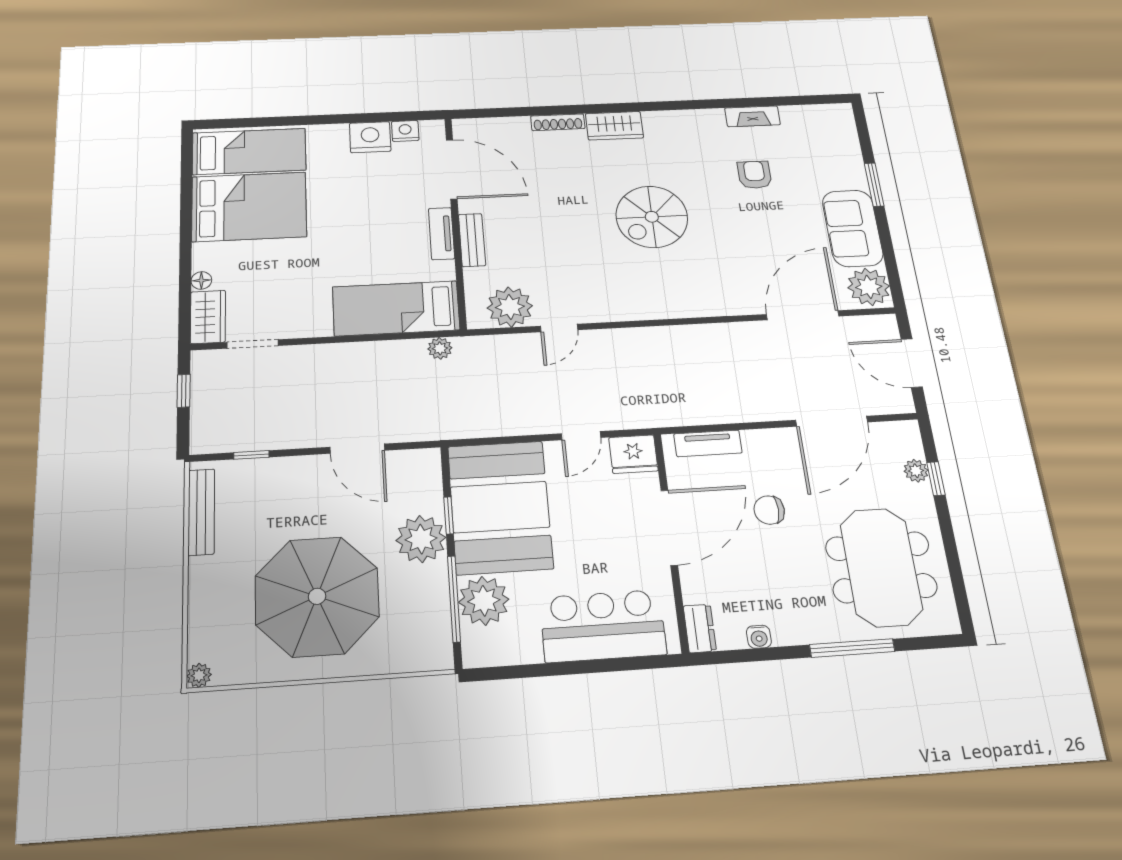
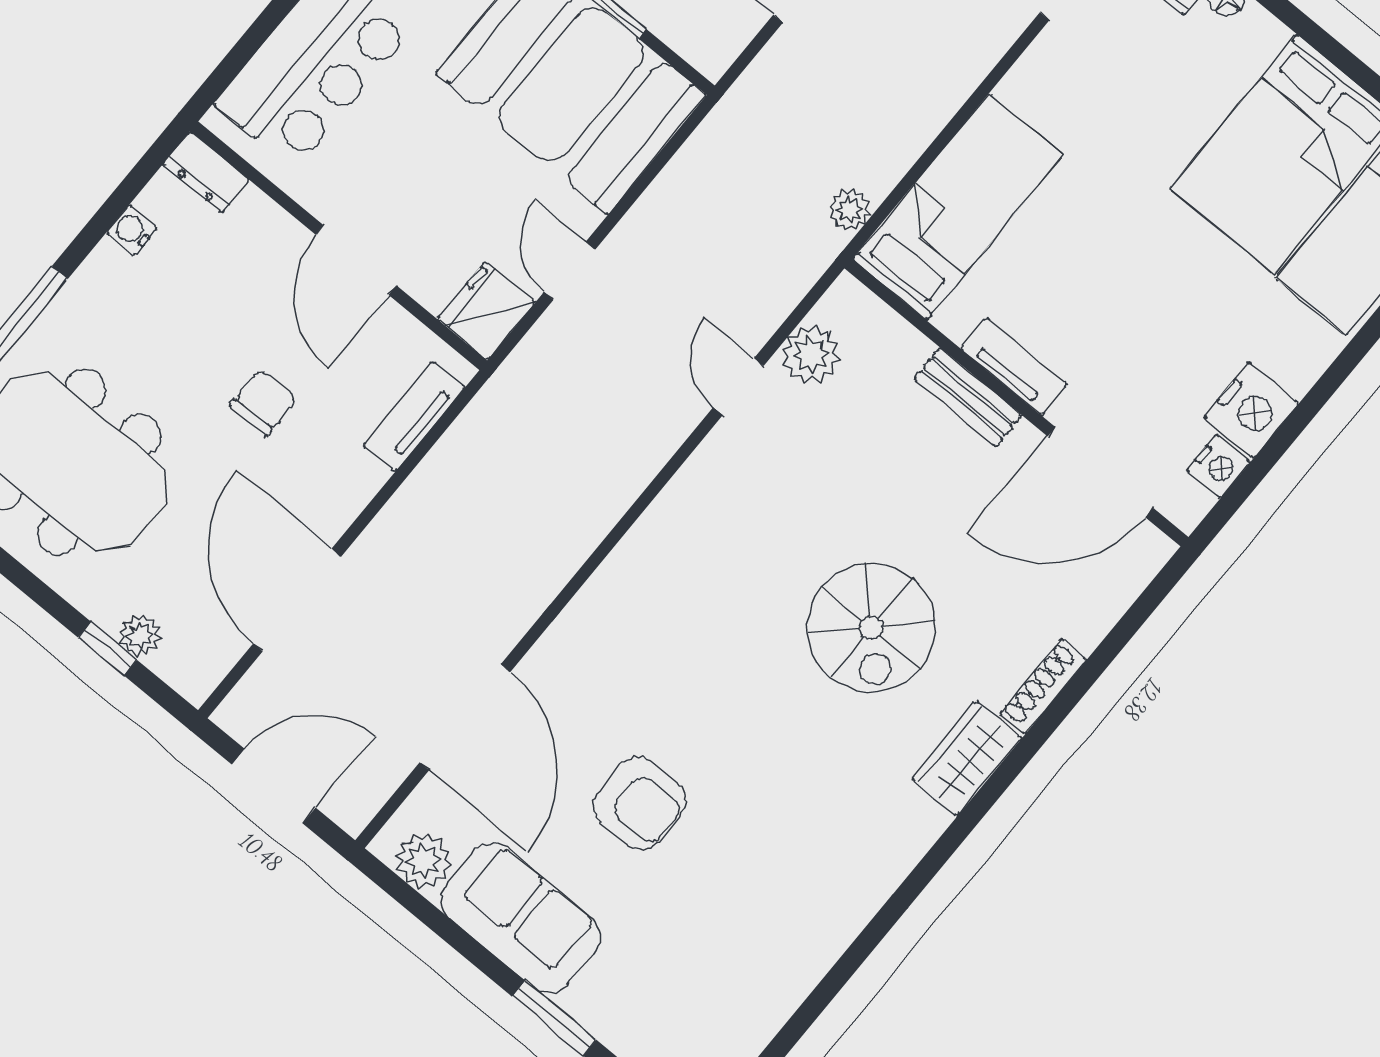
fireplace: (752, 116) -> (807, 964), removed
armchair: (755, 175) -> (639, 803), moved, width x1.38, depth x1.38
spiral stairs: (652, 217) -> (871, 628), moved, turned 180
plant: (869, 287) -> (423, 861), width x0.73, depth x0.73
plant: (510, 307) -> (811, 354), width x0.73, depth x0.73
door: (669, 528) -> (356, 260), width x0.73

